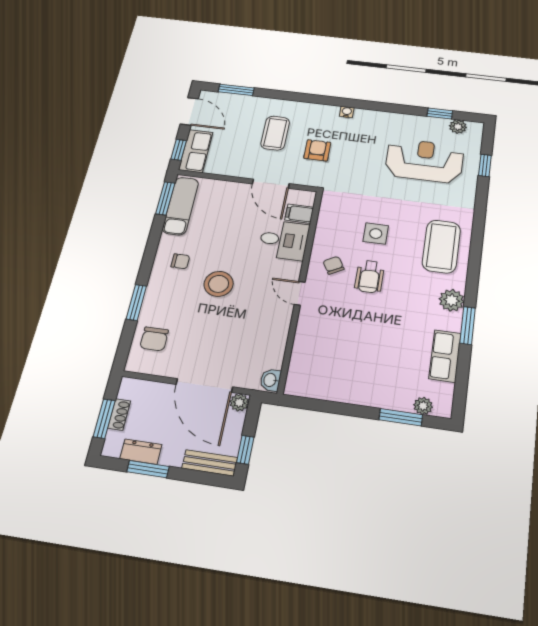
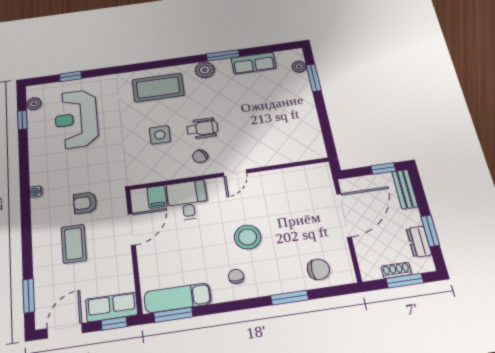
coffee table: (275, 133) -> (74, 244), turned 90
washbasin: (270, 380) -> (320, 170), removed
plant: (239, 402) -> (347, 185), removed

